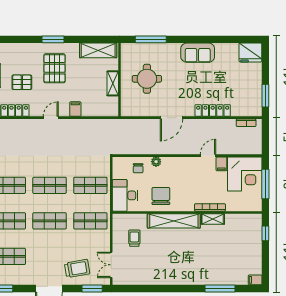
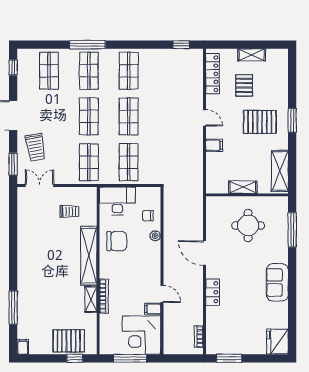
locker: (213, 111) -> (213, 292), width x0.66
pallet: (250, 239) -> (69, 341), added

